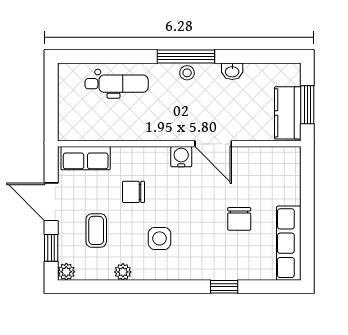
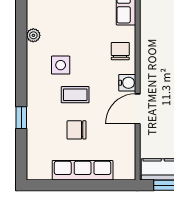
chair: (133, 192) -> (120, 51), moved
coffee table: (96, 230) -> (75, 95), moved
row of seats: (289, 243) -> (83, 170), moved

